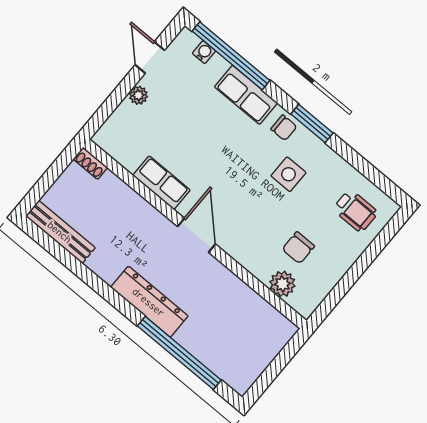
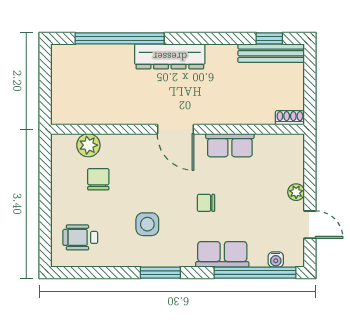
chair: (284, 128) -> (206, 203), moved
window: (51, 246) -> (269, 38), added

